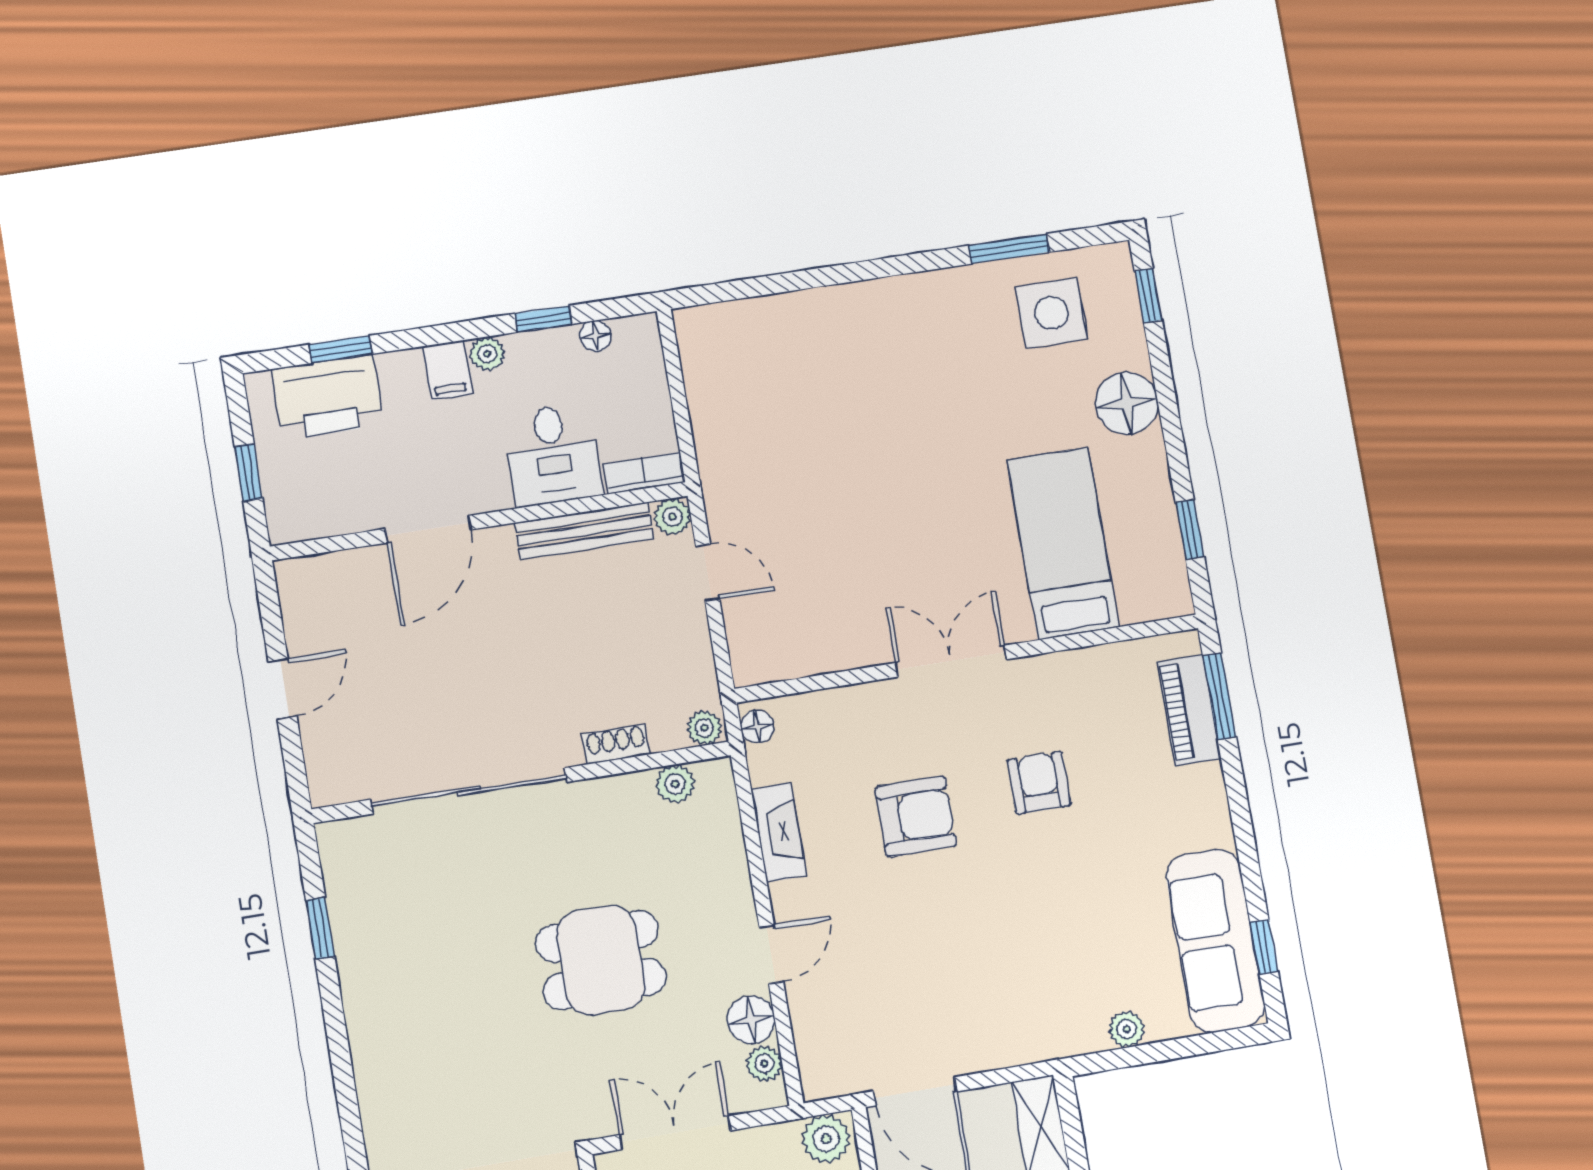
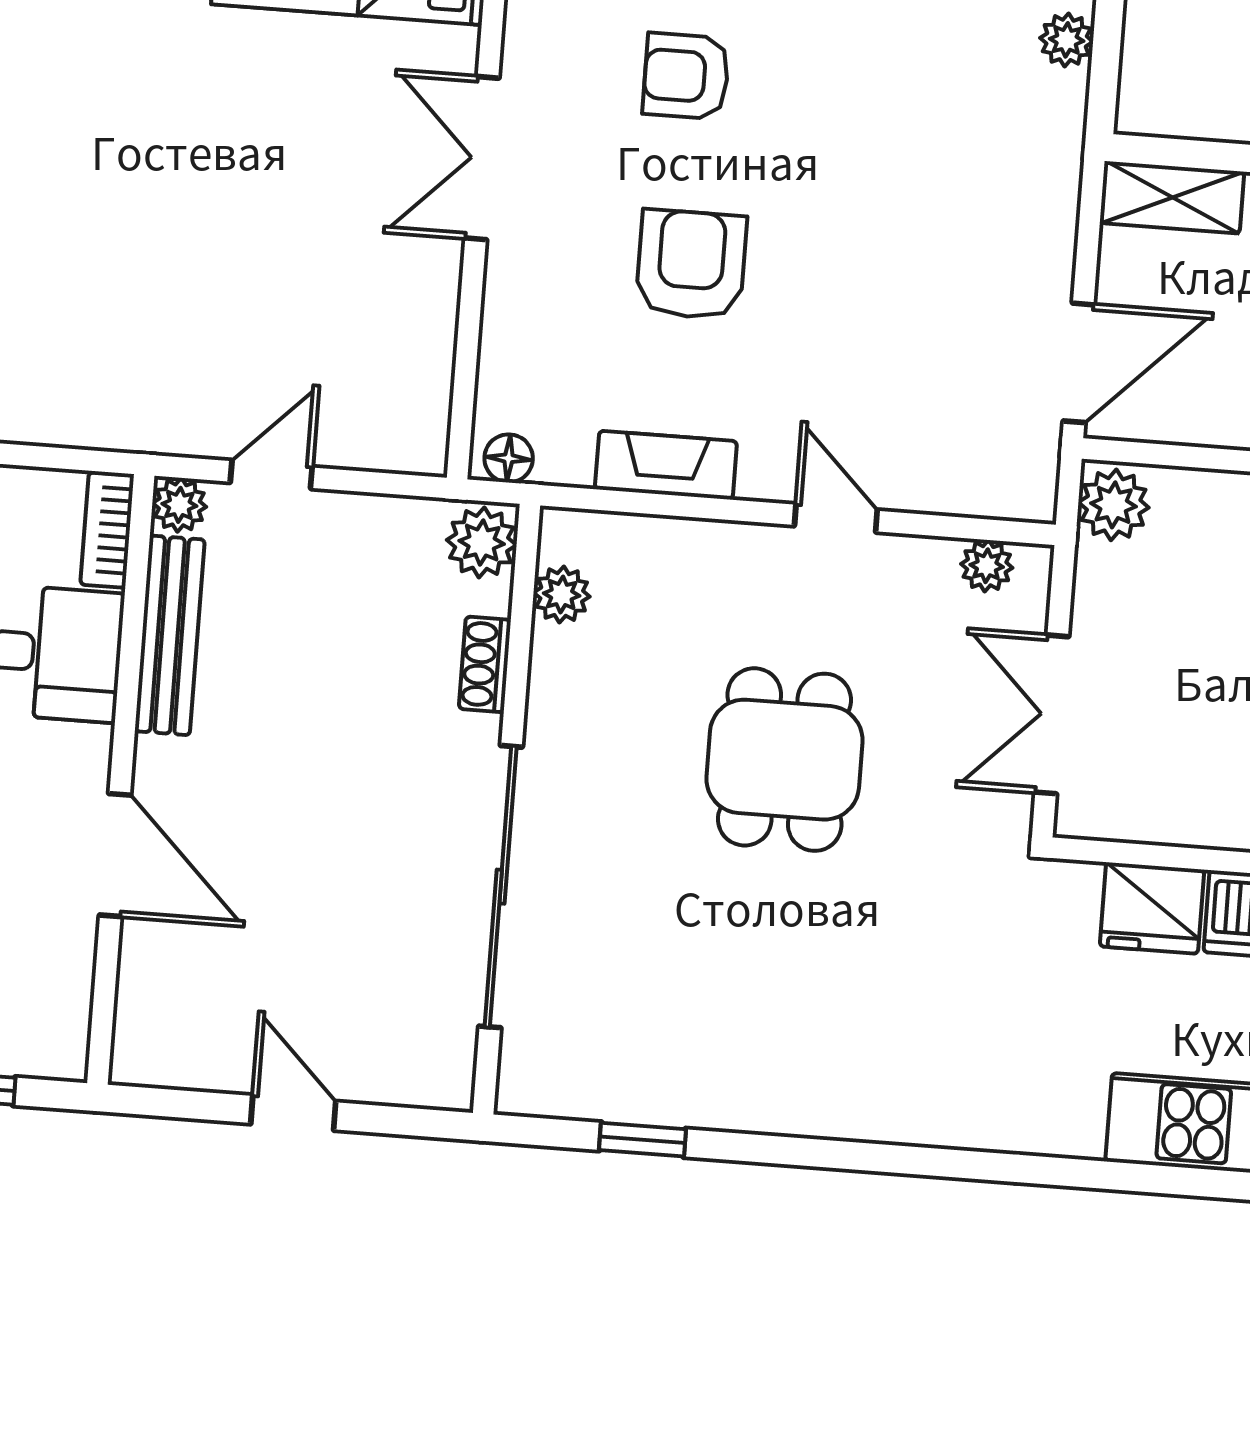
plant: (704, 728) -> (482, 542), width x1.38, depth x1.38
floor lamp: (751, 1020) -> (921, 569), removed

